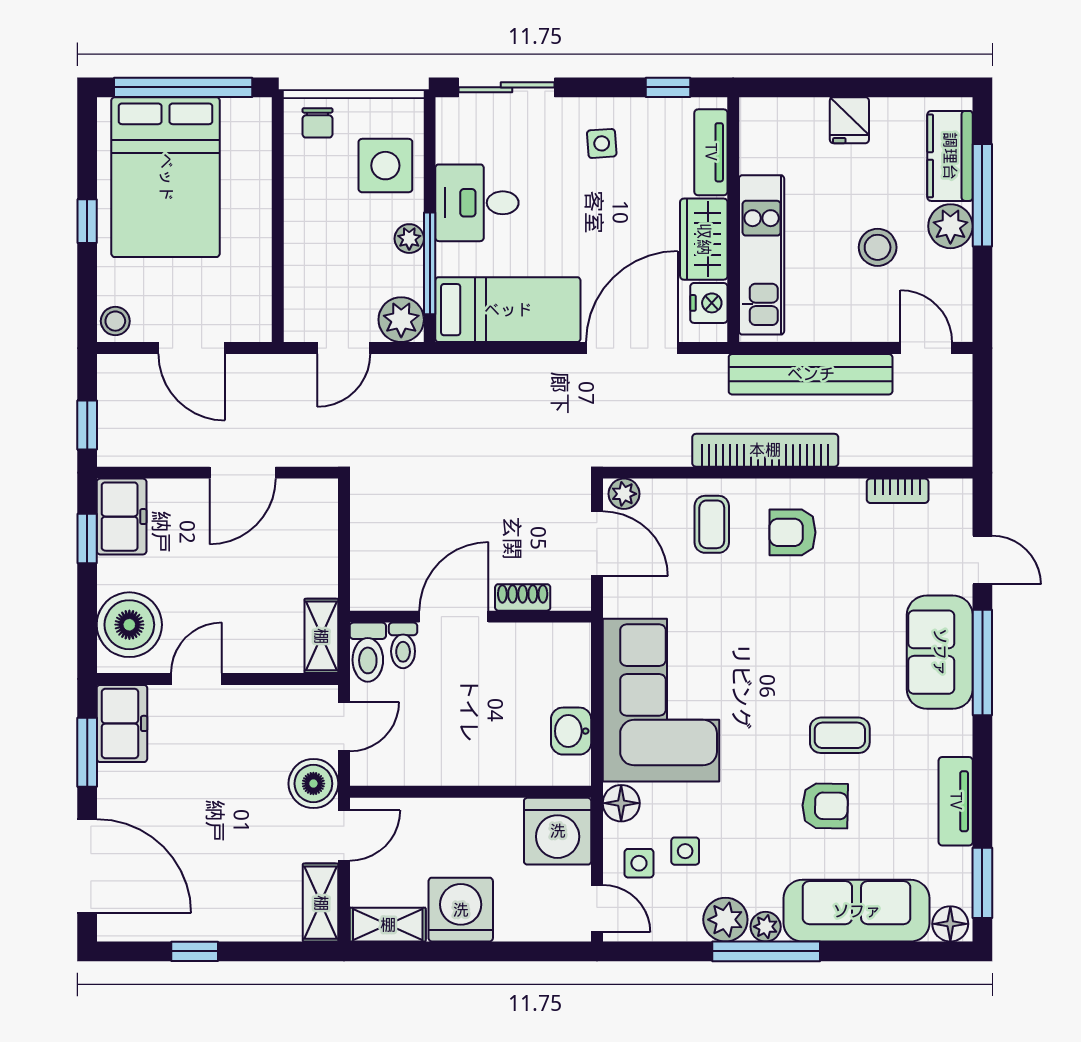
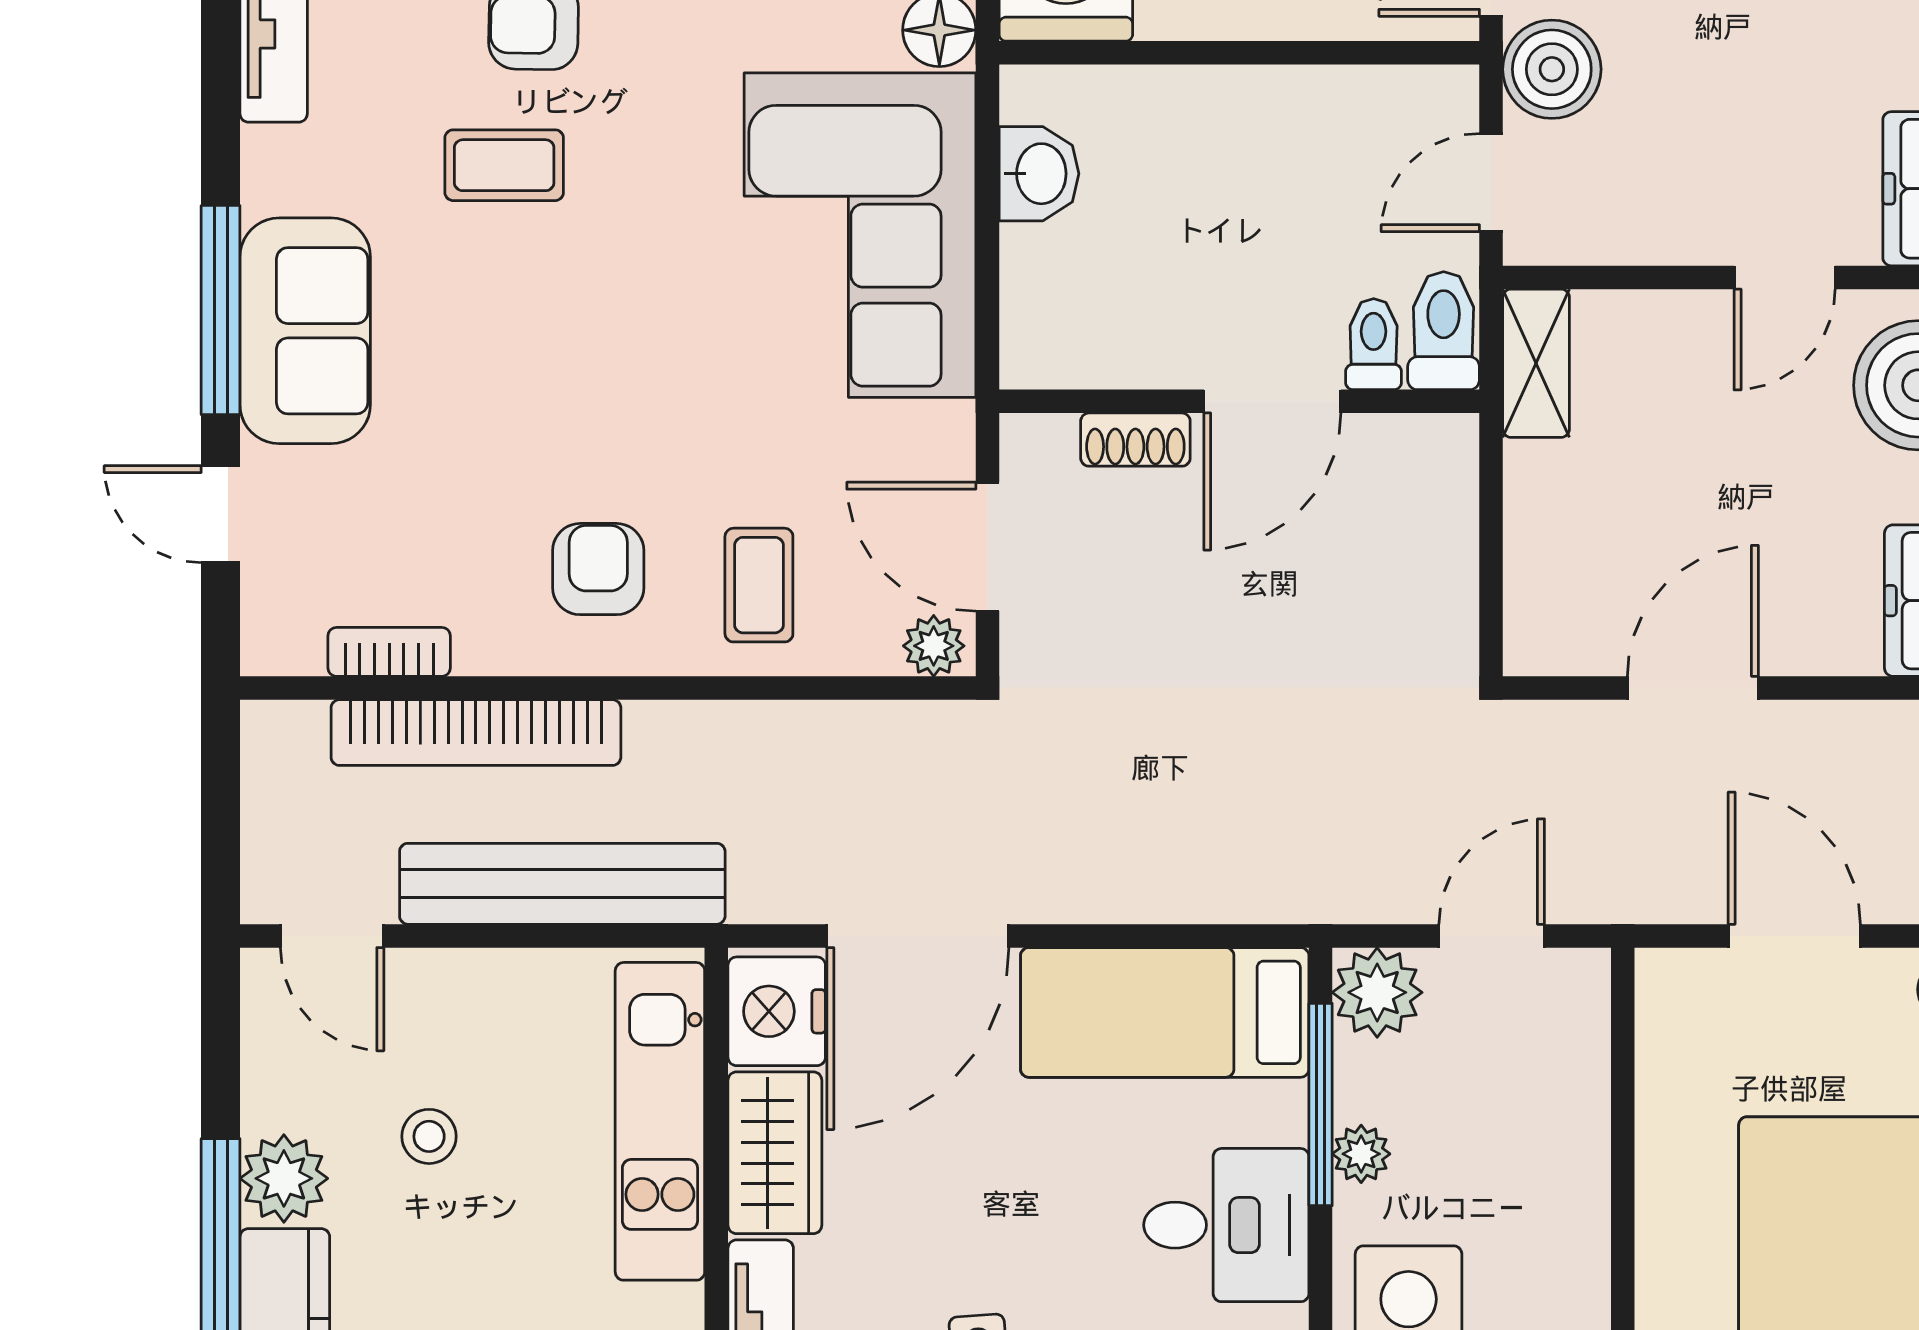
stool: (878, 247) -> (429, 1136), width x0.73, depth x0.73
nightstand: (709, 303) -> (777, 1011), width x1.36, depth x1.33
bookcase: (765, 450) -> (476, 733), moved
armchair: (793, 532) -> (598, 569), turned -90

